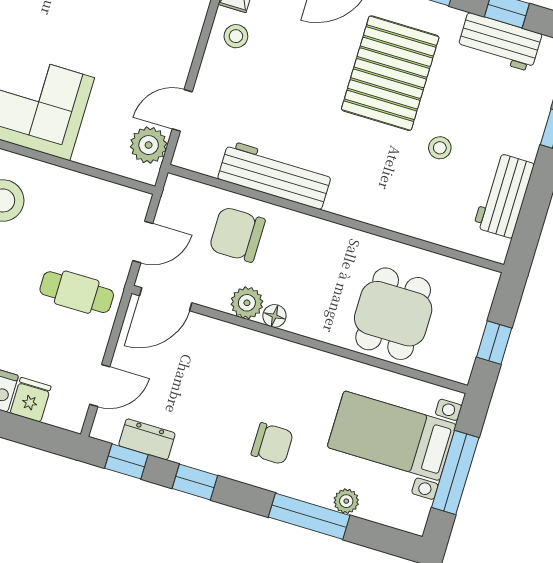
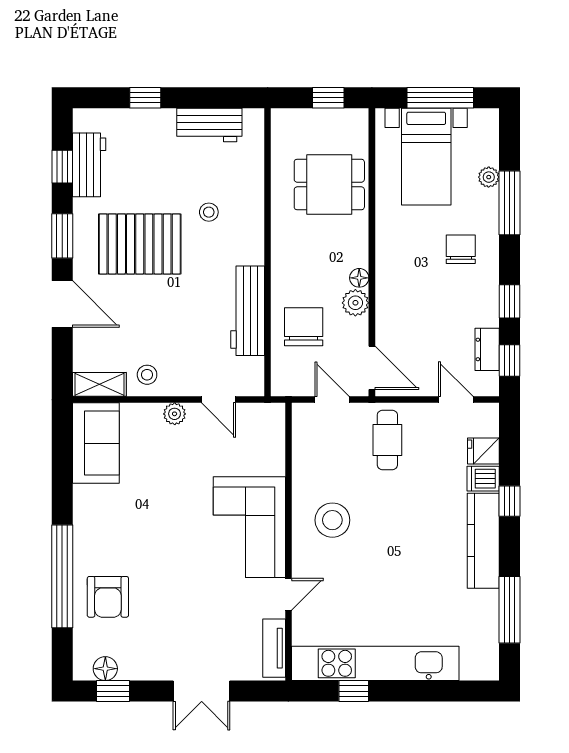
plant: (149, 145) -> (175, 414), moved, width x0.73, depth x0.73
stool: (440, 148) -> (209, 212), moved
chair: (237, 234) -> (304, 327), turned 180

